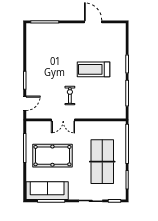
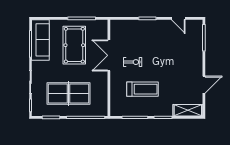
shelving: (120, 38) -> (188, 110), added
treadmill: (94, 69) -> (142, 89), moved, turned 90
door: (25, 103) -> (178, 18), moved
double door: (63, 120) -> (109, 55), width x1.37

